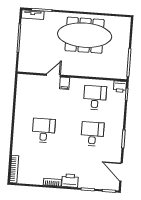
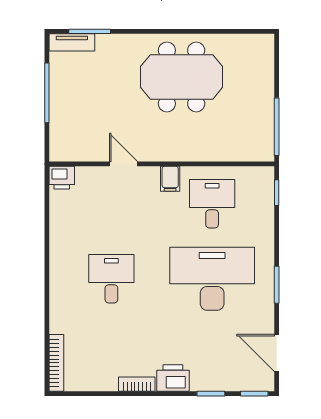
meeting table: (85, 35) -> (182, 77), width x0.73
door: (53, 75) -> (123, 164), hinge flipped
filing cabinet: (65, 83) -> (170, 179), moved
printer: (120, 87) -> (62, 178), moved
desk: (92, 134) -> (212, 279), width x1.87, depth x1.30

